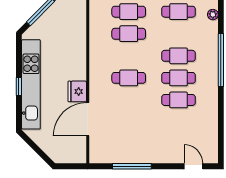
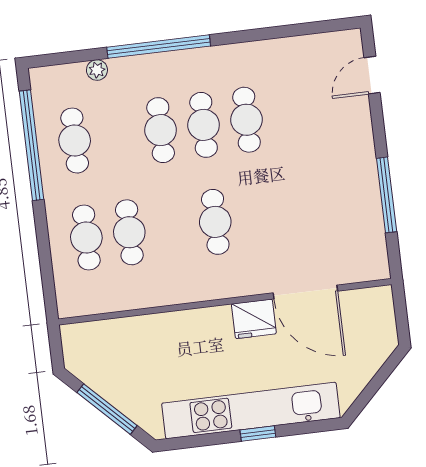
plant: (213, 15) -> (97, 70), moved

